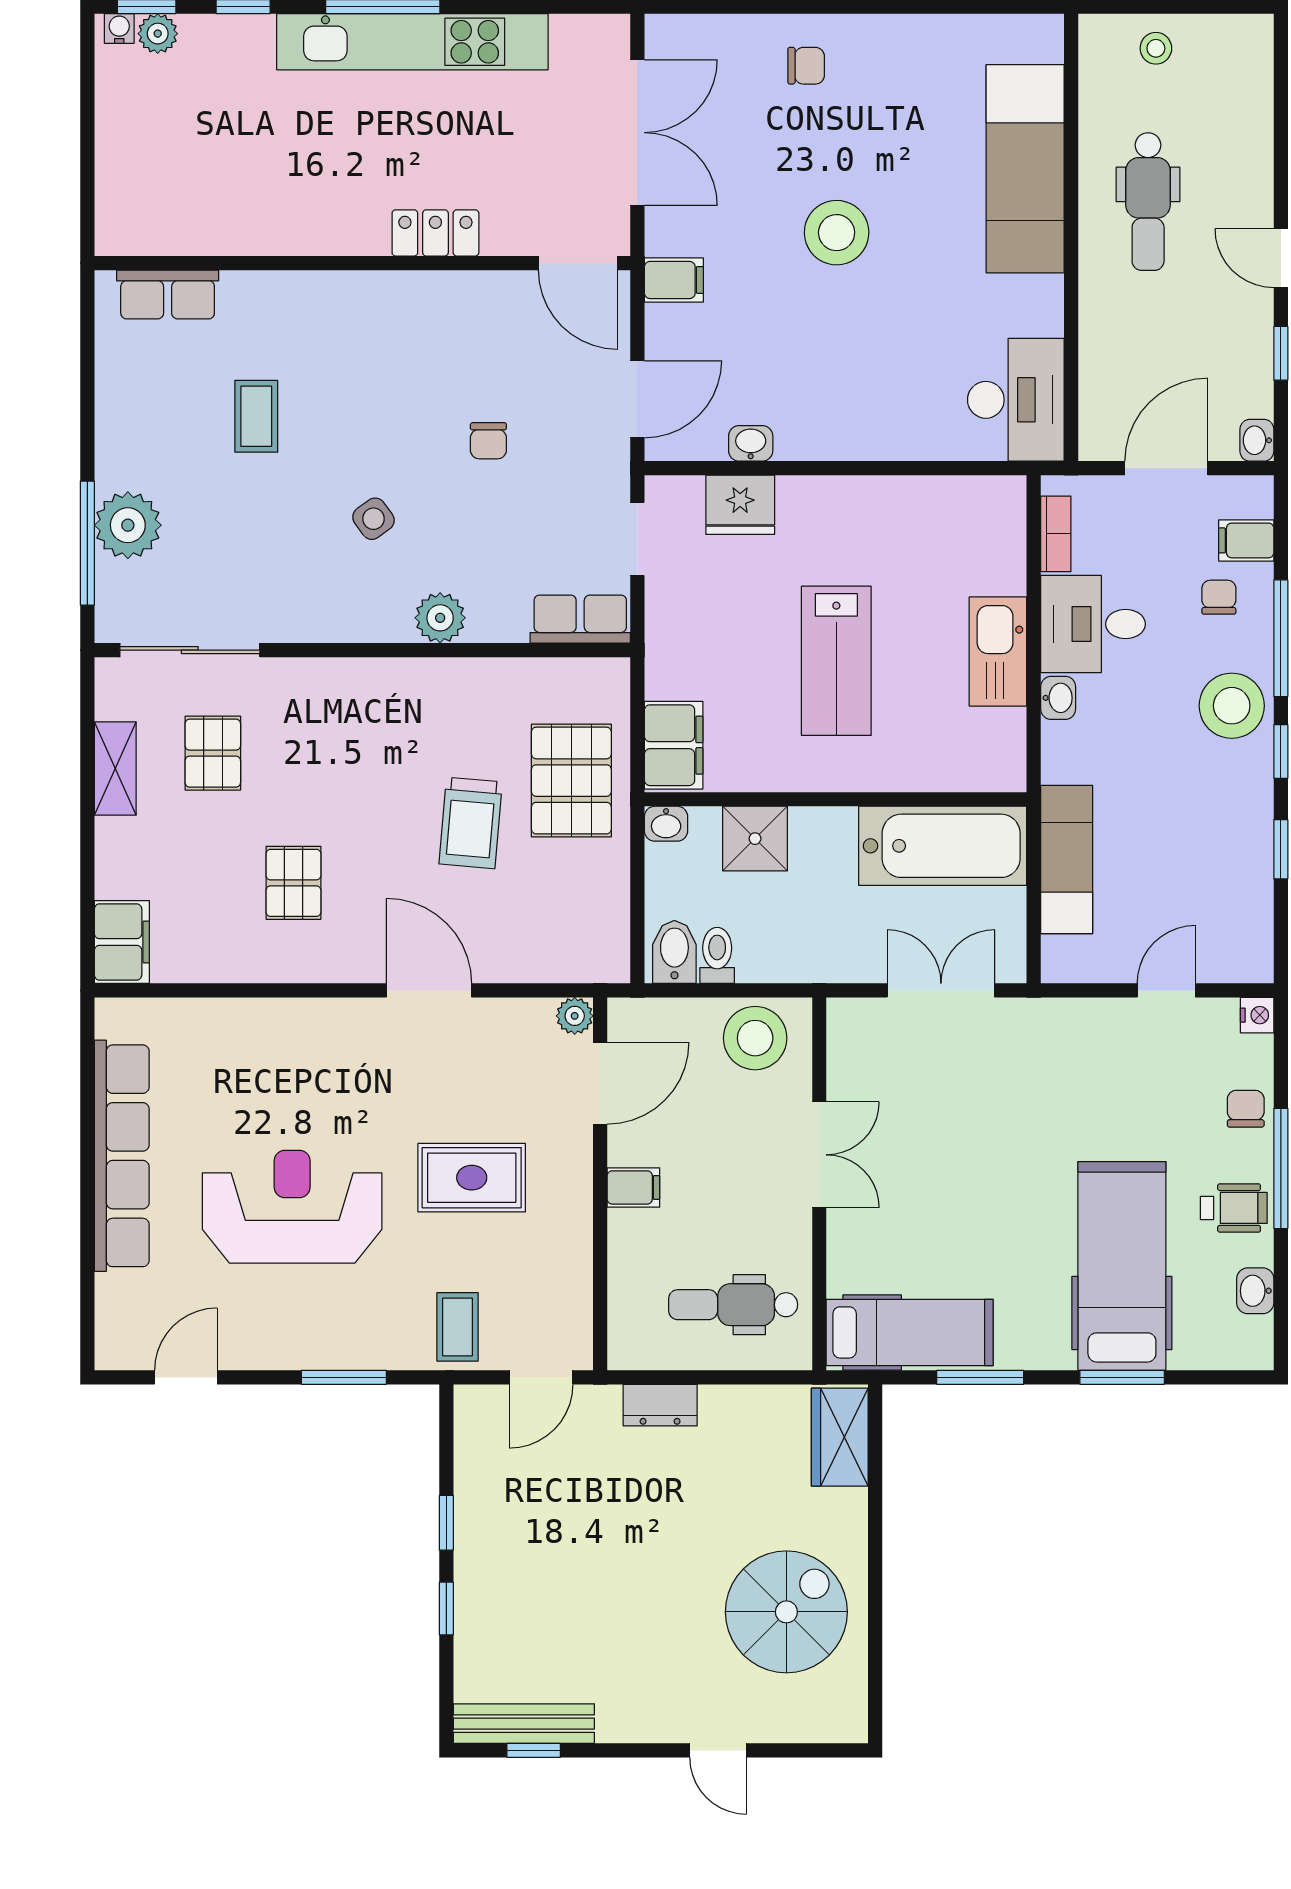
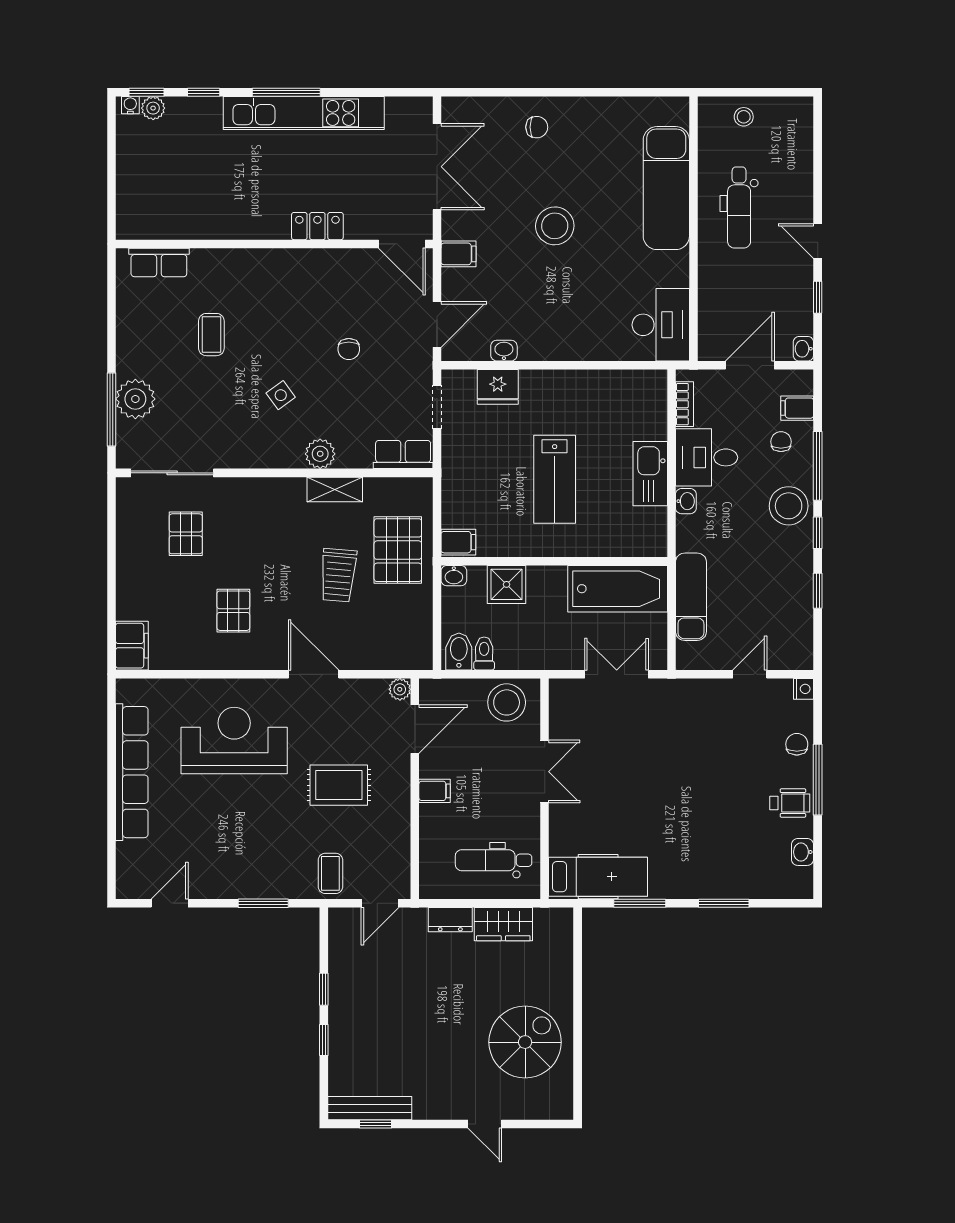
filing cabinet: (674, 745) -> (458, 542), width x0.50
shelving: (115, 769) -> (335, 489), moved, turned 90
reception desk: (292, 1207) -> (234, 741), moved
hospital bed: (1122, 1266) -> (724, 837), removed
wardrobe: (840, 1437) -> (503, 924), moved, turned -90

